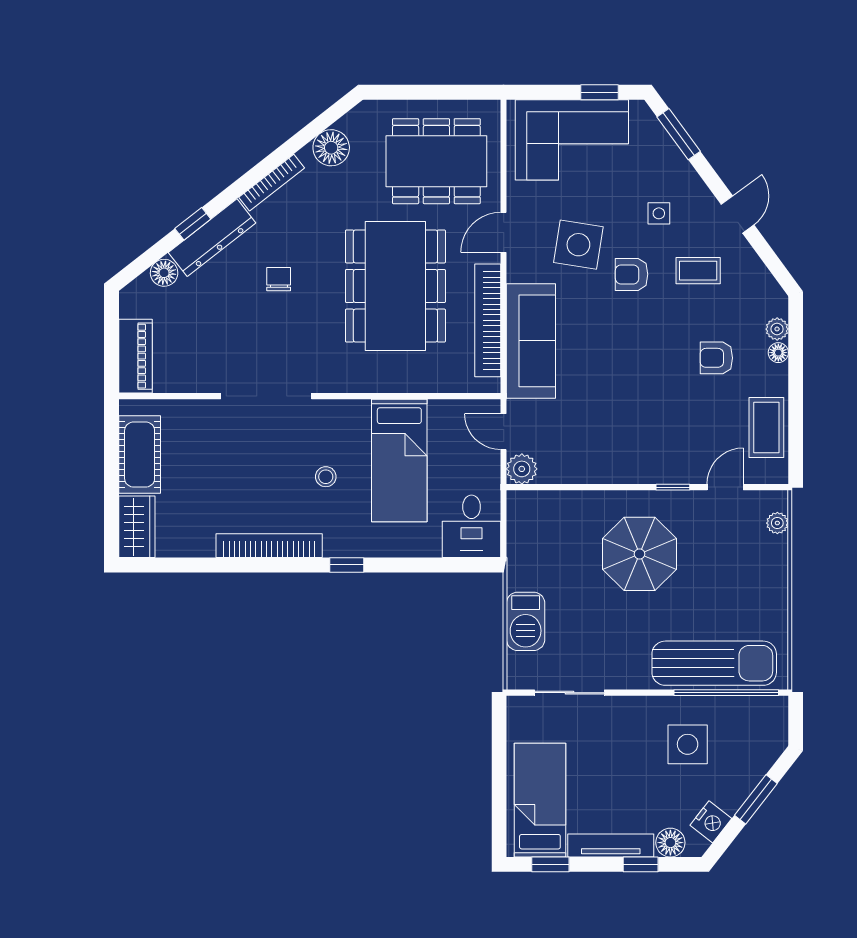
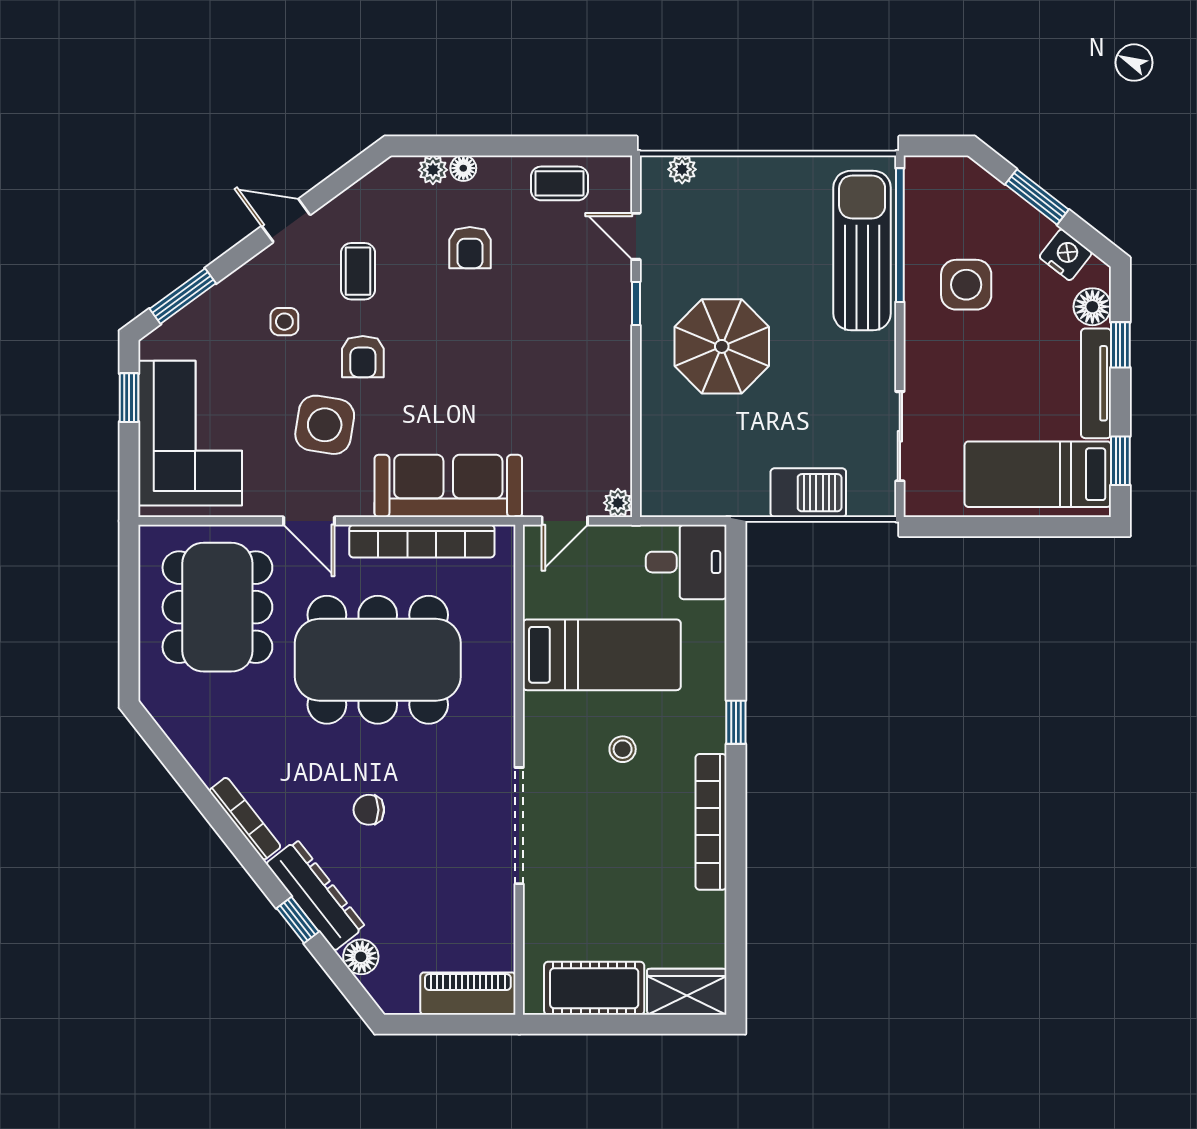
floor lamp: (331, 148) -> (200, 742), removed
coffee table: (766, 428) -> (559, 183), width x0.73, depth x0.77
plant: (522, 469) -> (618, 503), width x0.73, depth x0.73

